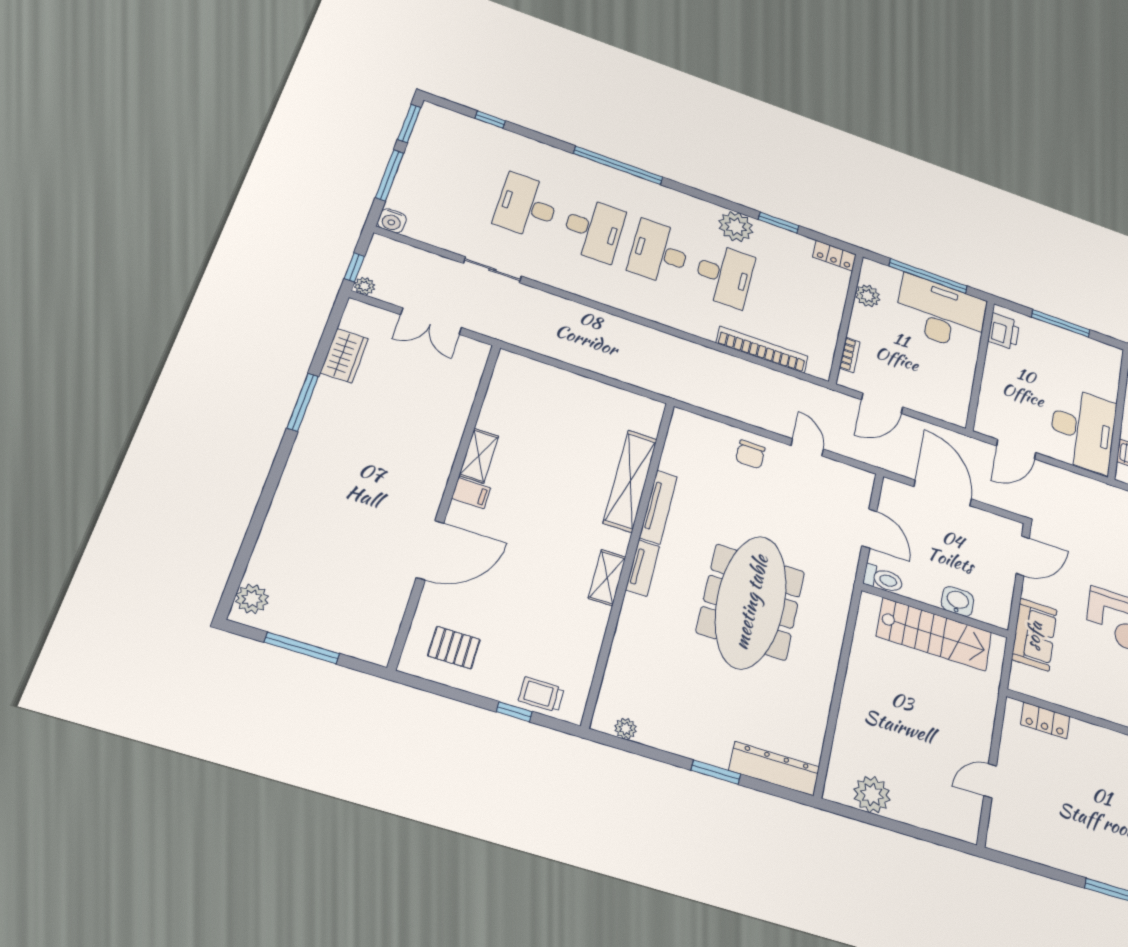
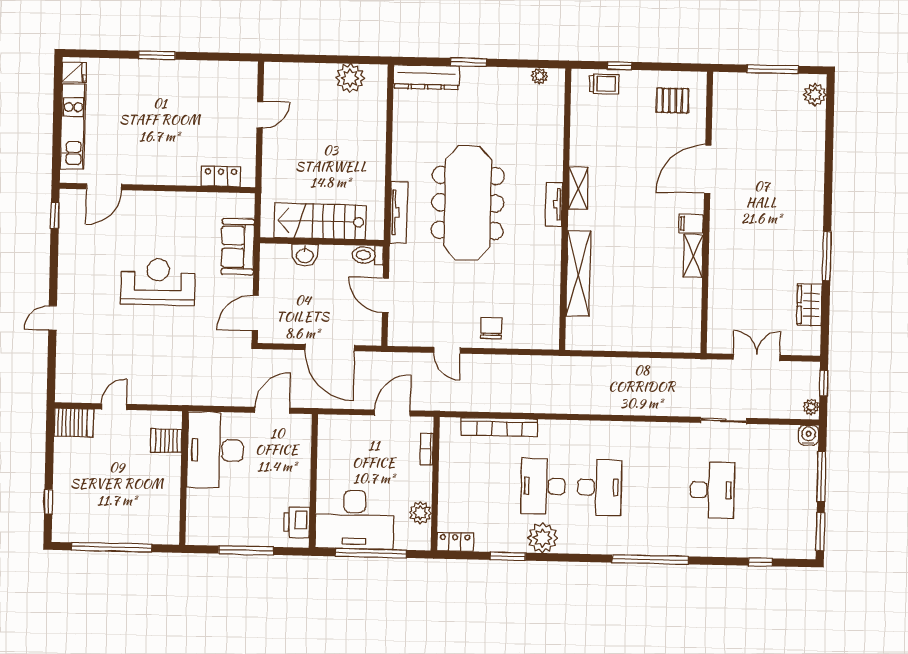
desk: (593, 229) -> (656, 489), removed
plant: (364, 286) -> (811, 407), moved
tv unit: (658, 507) -> (399, 212), moved, turned 180

